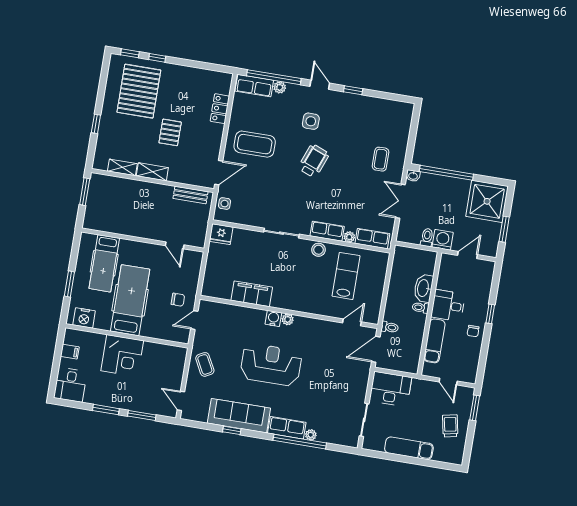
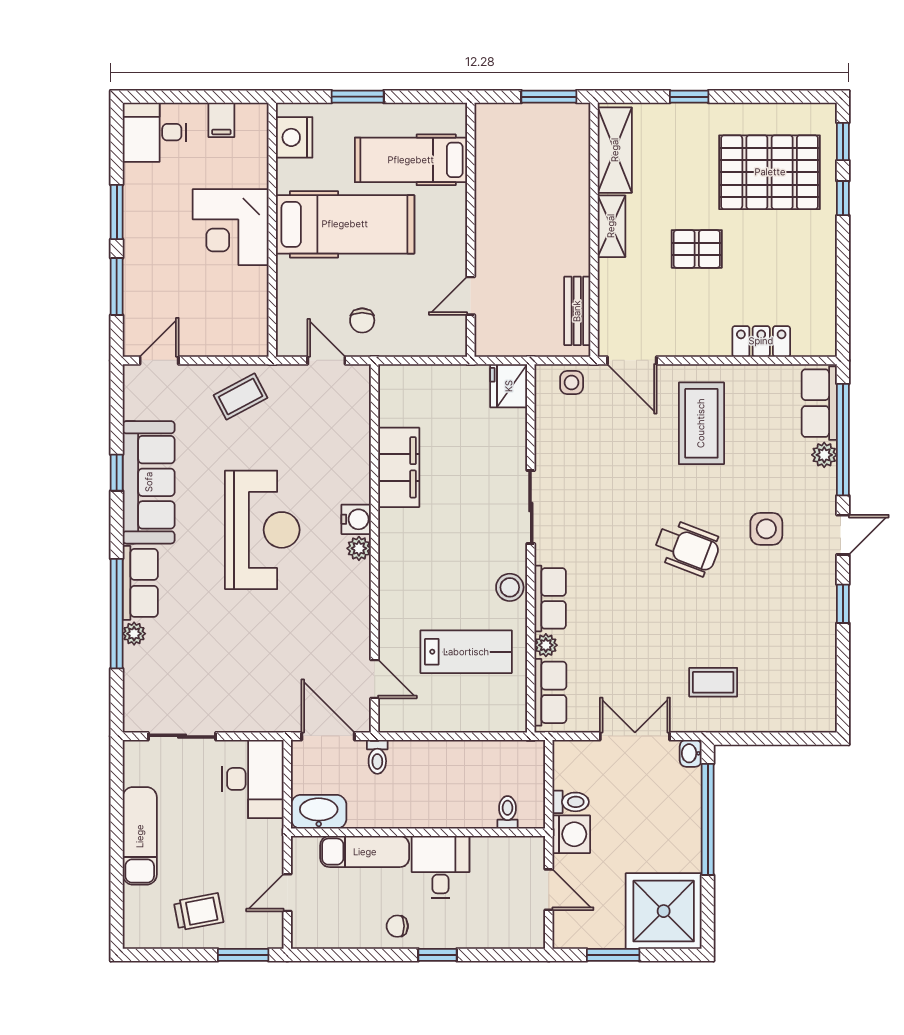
shelving: (122, 167) -> (615, 150), width x1.50, depth x1.33
washbasin: (423, 288) -> (319, 812), moved
toilet: (421, 308) -> (508, 812), moved

